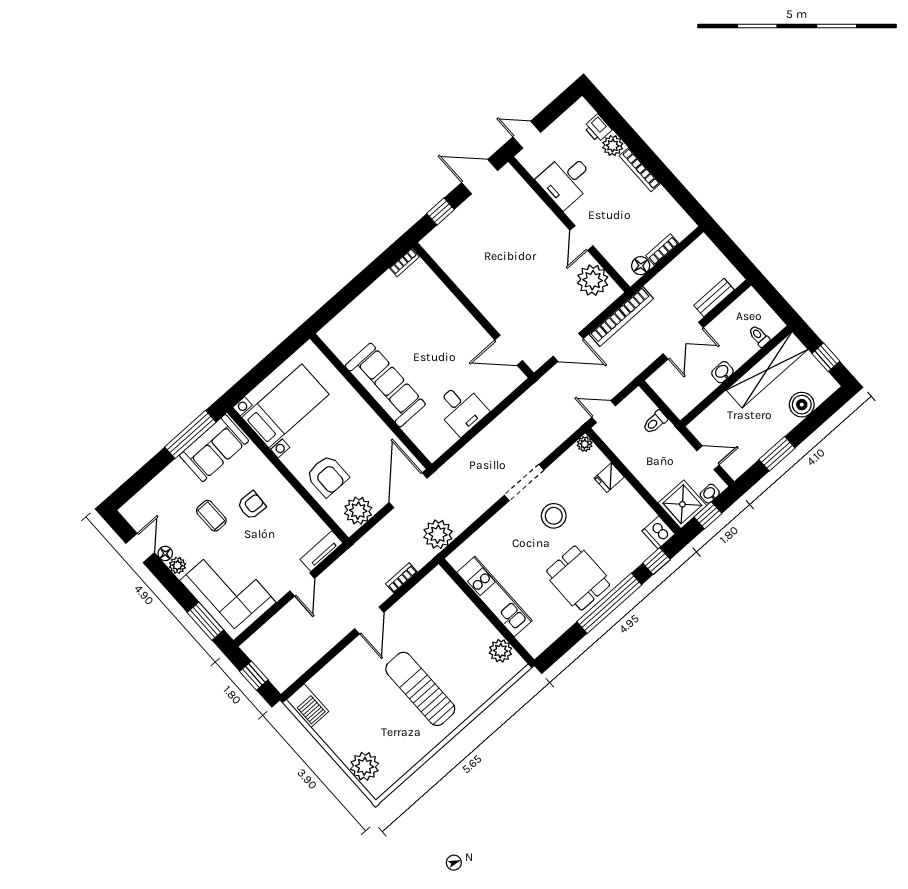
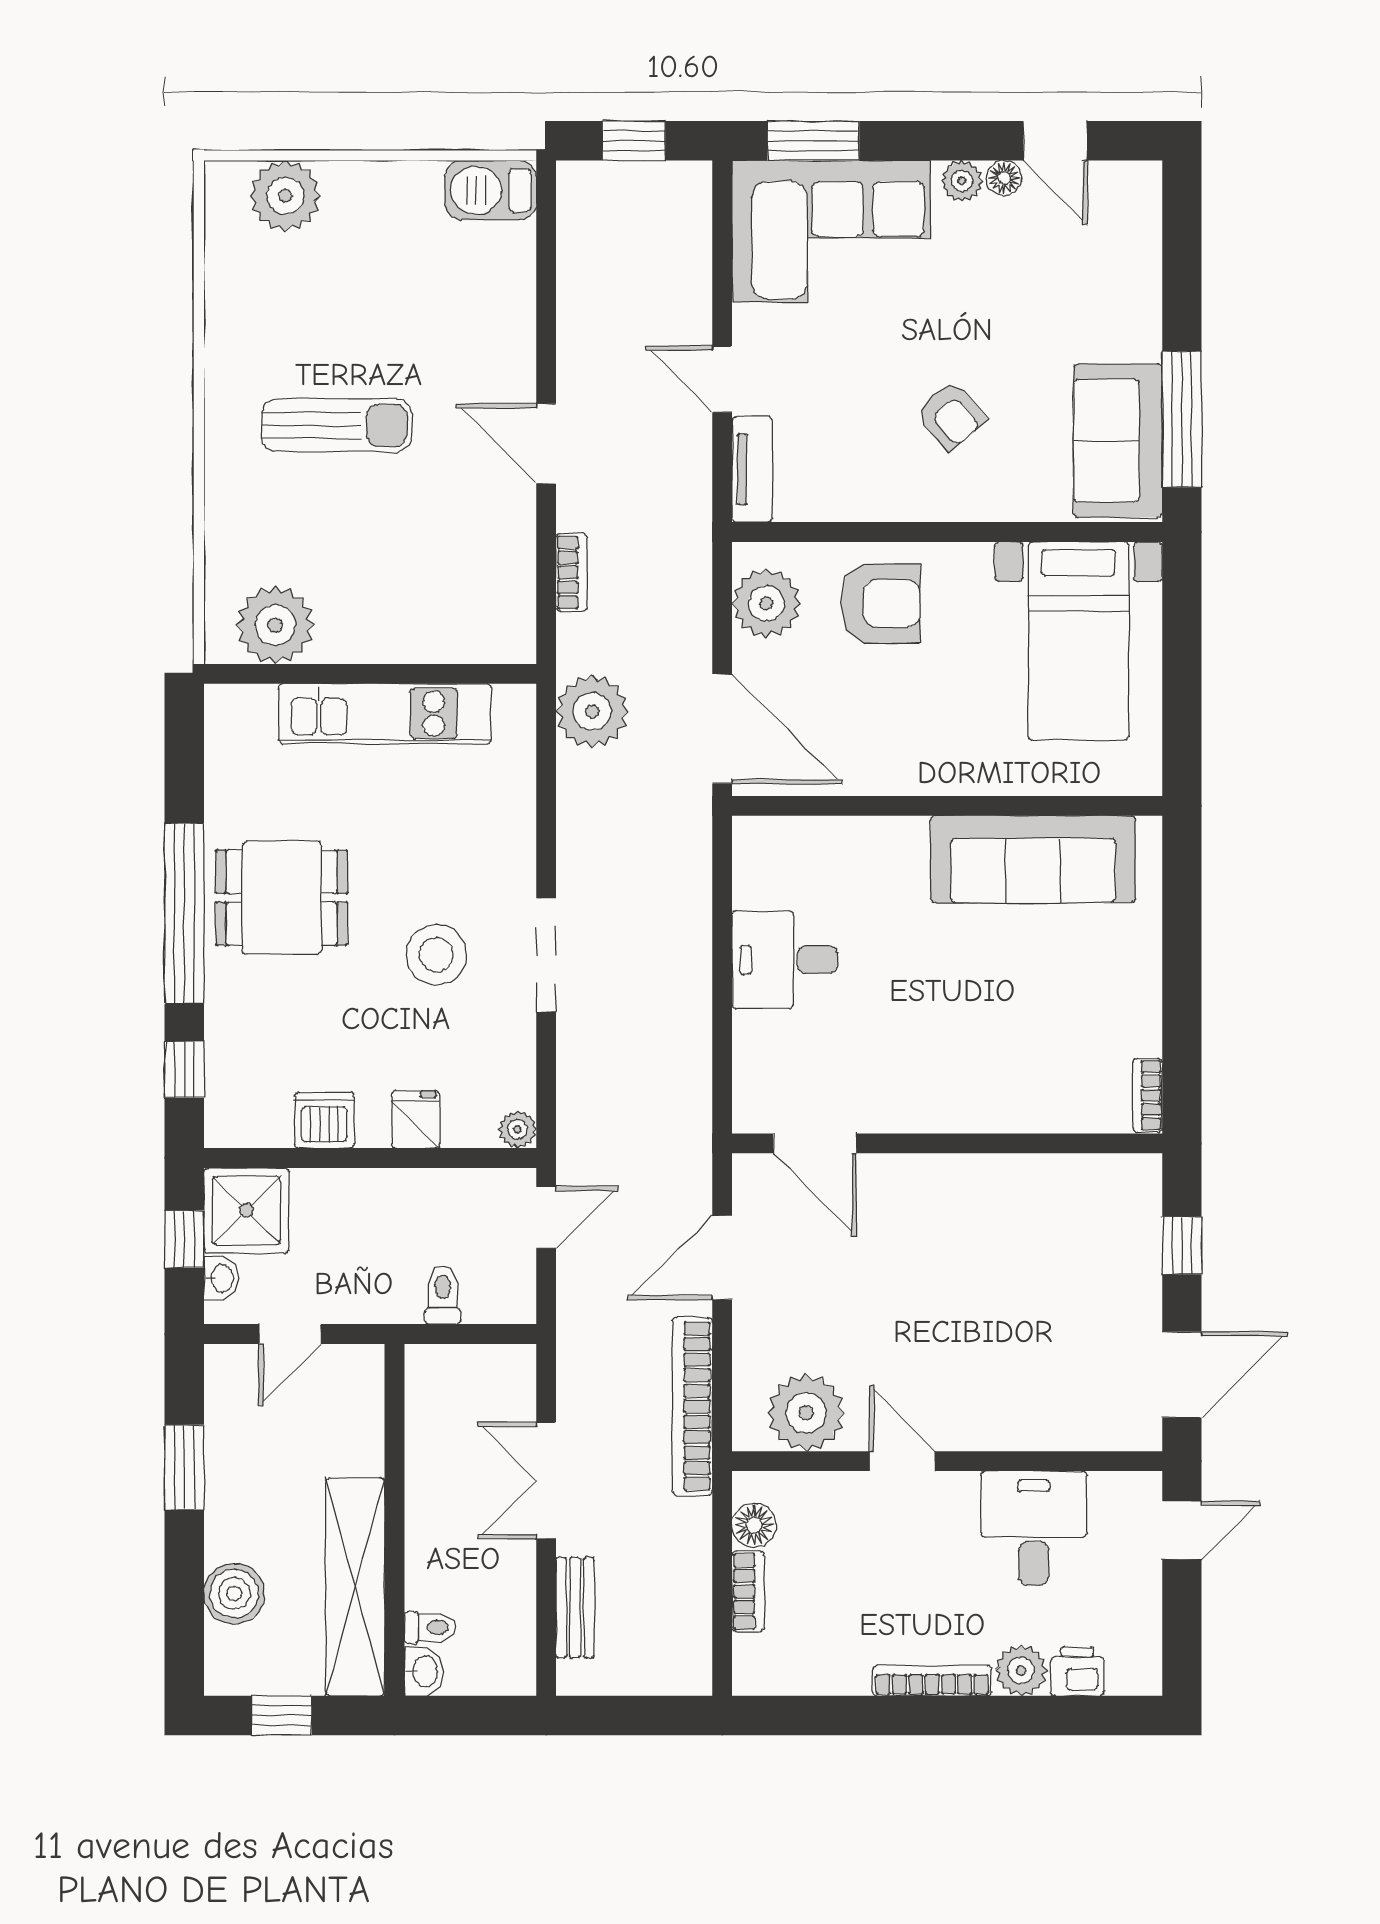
door: (509, 350) -> (815, 1143), swing flipped
washbasin: (722, 372) -> (424, 1672), moved
sofa: (385, 385) -> (1033, 859), moved
armchair: (327, 476) -> (881, 603), turned 180
armchair: (252, 505) -> (951, 416), turned -44
coffee table: (211, 516) -> (998, 325), removed
dishwasher: (658, 532) -> (324, 1120), moved
plant: (501, 651) -> (275, 625), width x1.36, depth x1.36
sun lounger: (420, 689) -> (336, 425), width x0.73, depth x0.75

